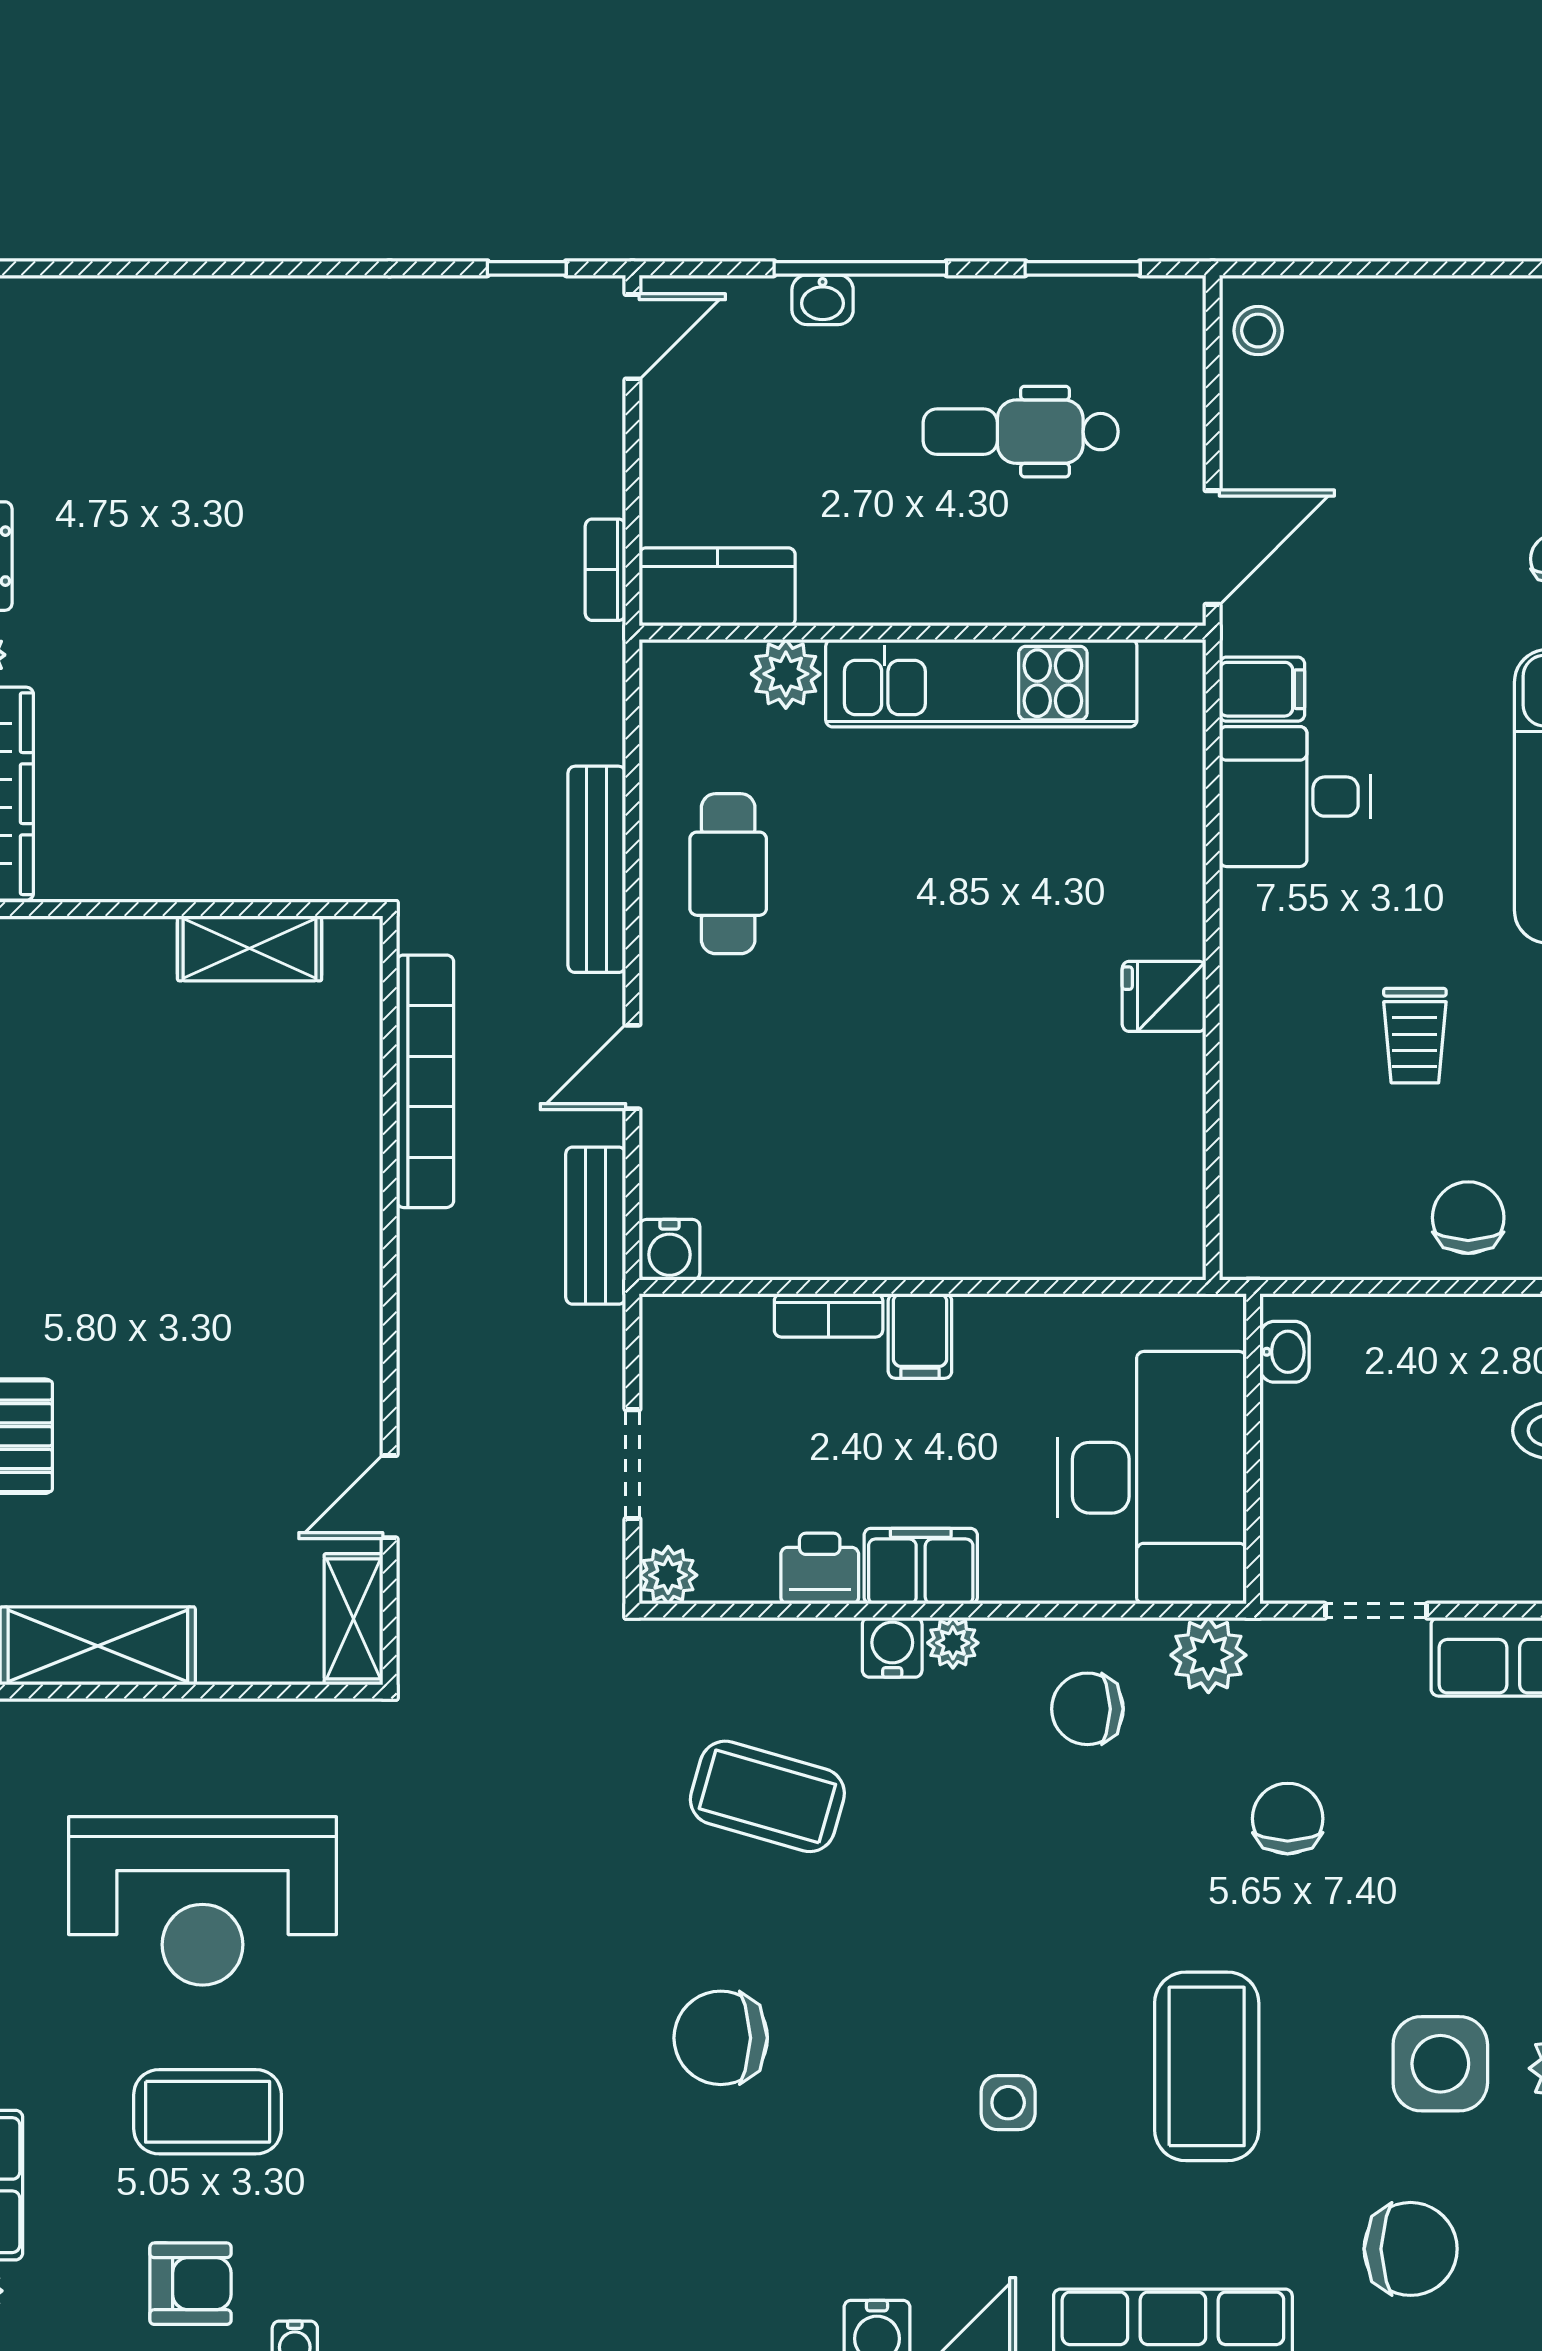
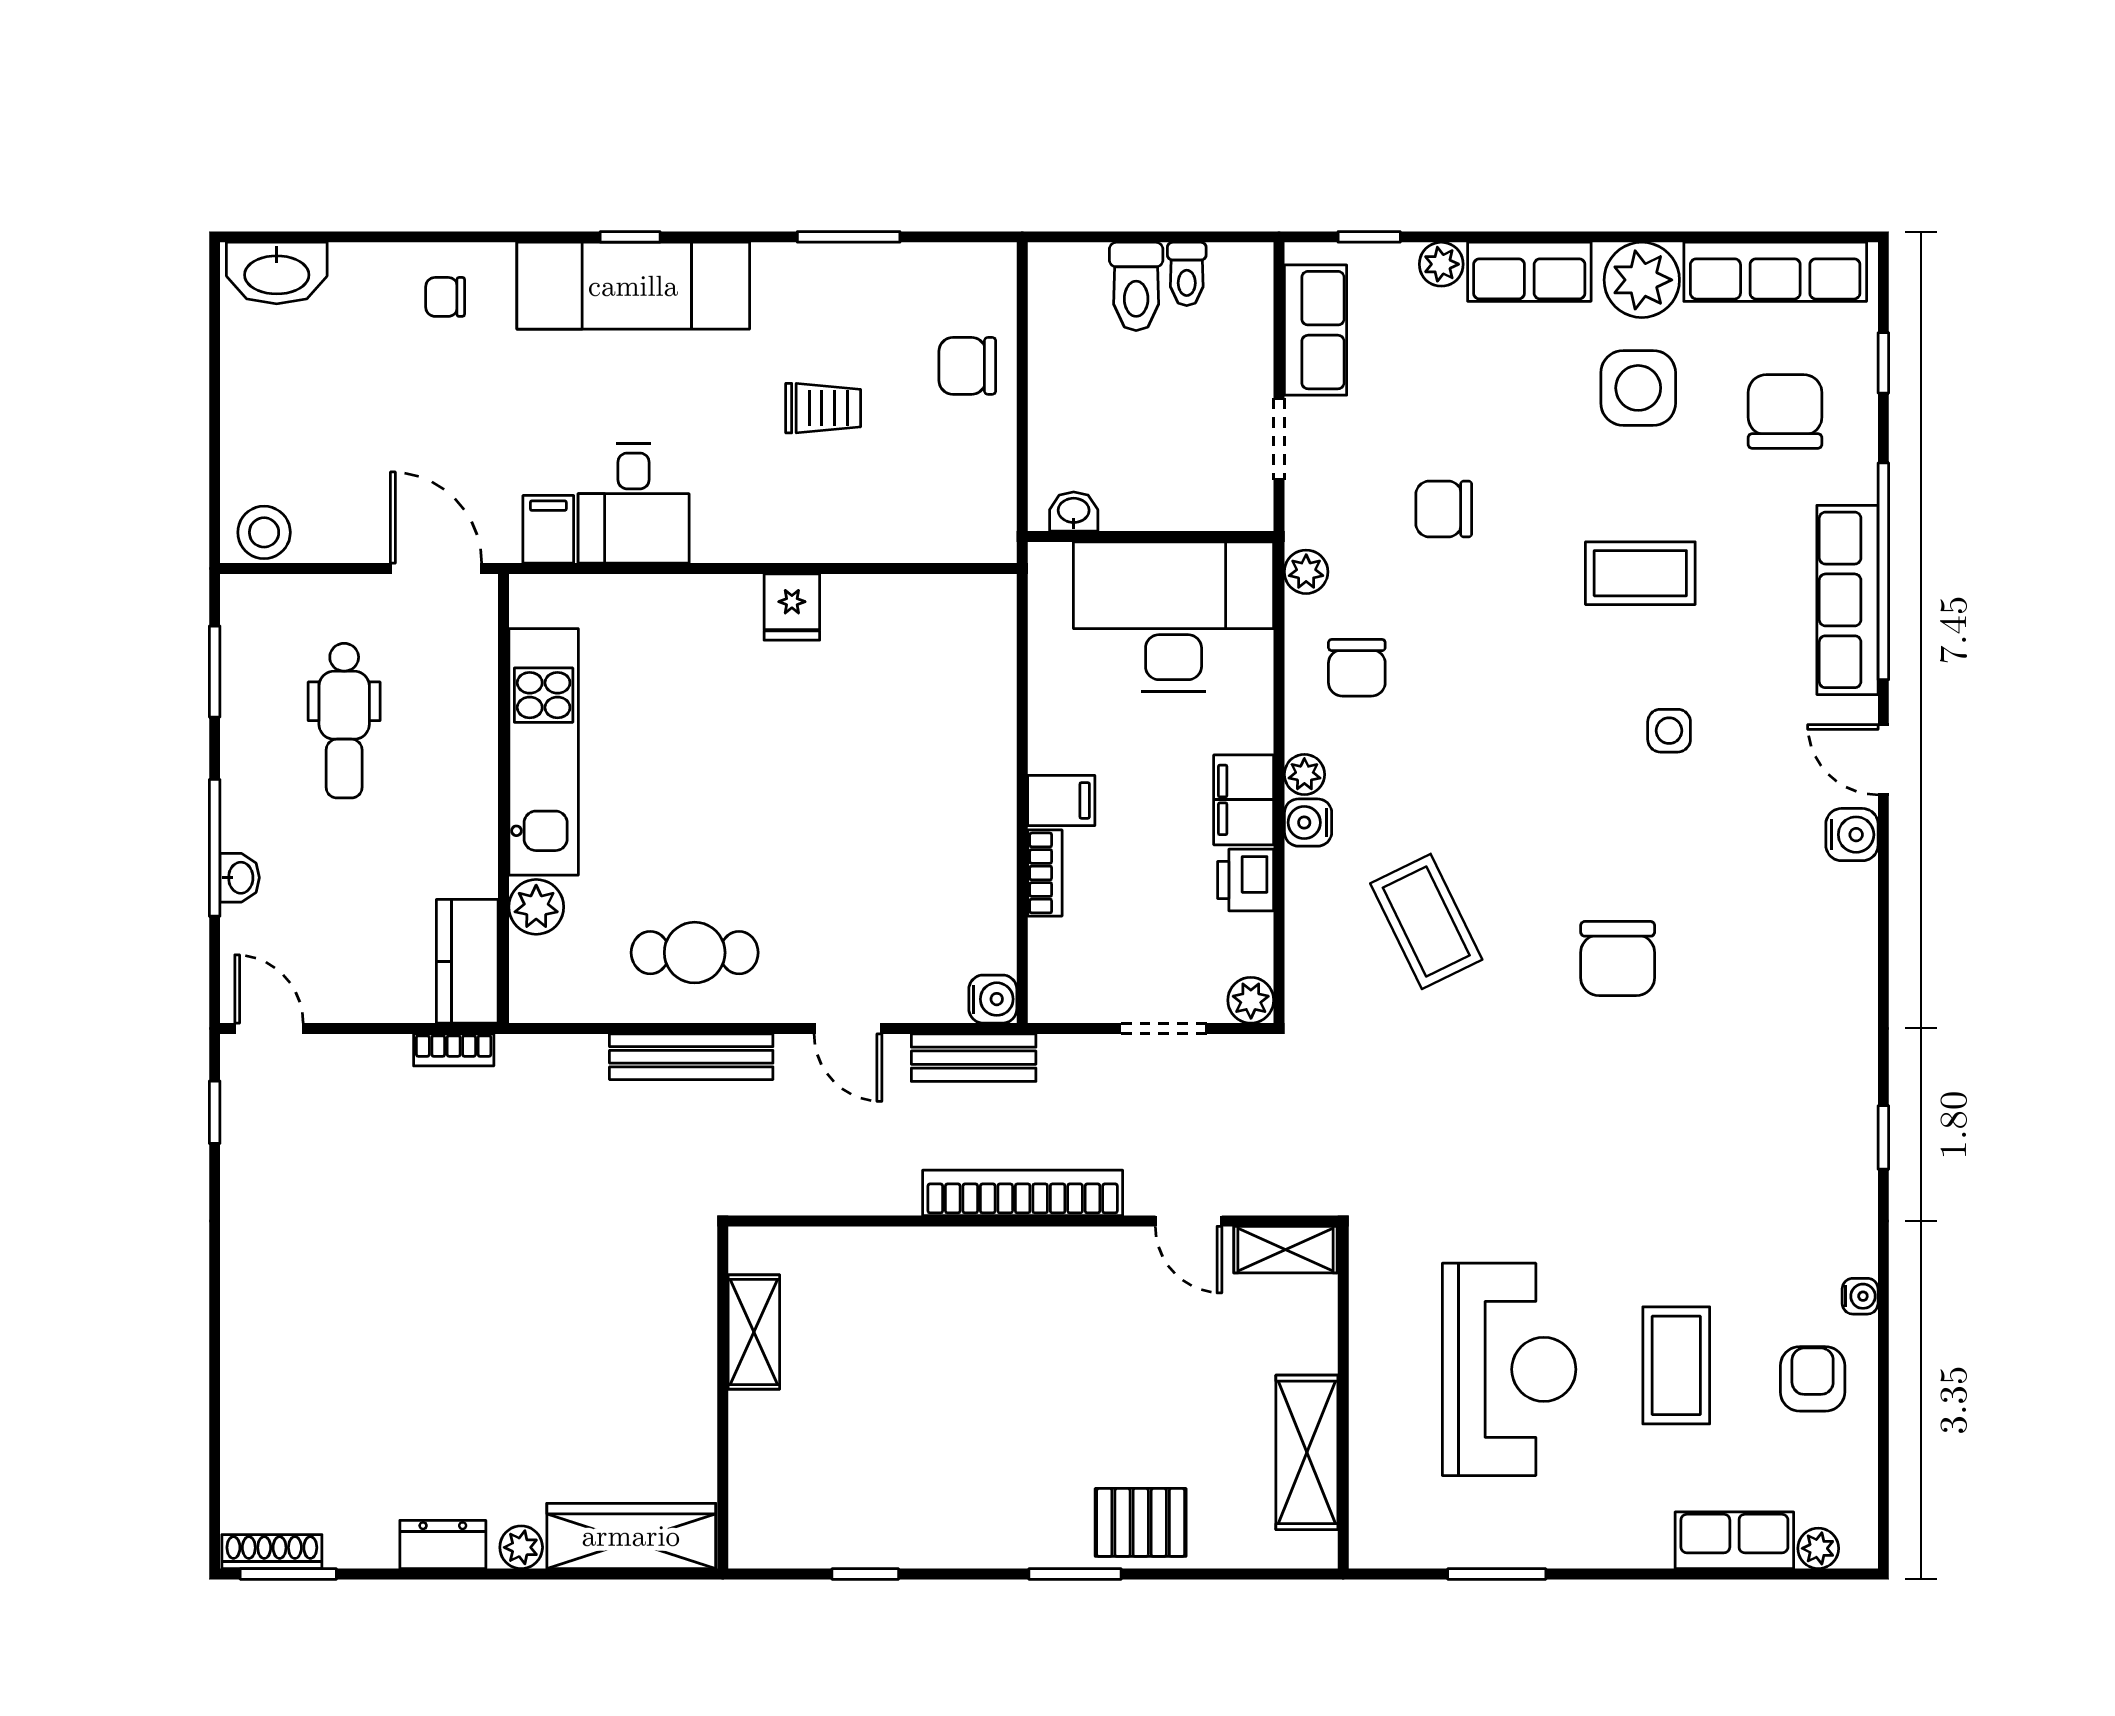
stool: (1258, 331) -> (264, 532), width x1.37, depth x1.37
bookcase: (425, 1081) -> (1023, 1193), moved
plant: (1208, 1655) -> (1306, 572), width x0.73, depth x0.73
coffee table: (767, 1796) -> (1426, 921), turned -42
coffee table: (1207, 2066) -> (1640, 573), width x0.73, depth x0.76

